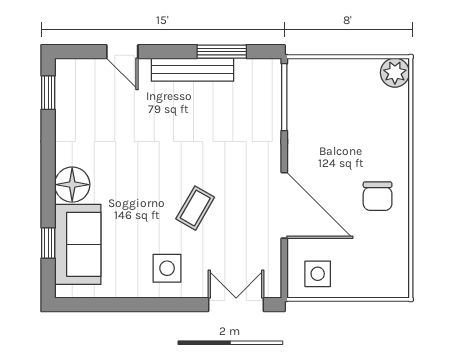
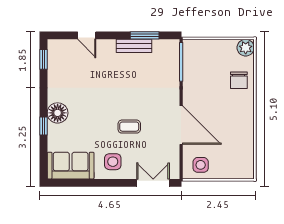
bench: (192, 70) -> (134, 46), width x0.73
chair: (378, 196) -> (239, 80), moved
coffee table: (195, 208) -> (129, 127), turned 60
window: (48, 243) -> (43, 126), moved
sofa: (78, 244) -> (71, 166), moved, turned -90

